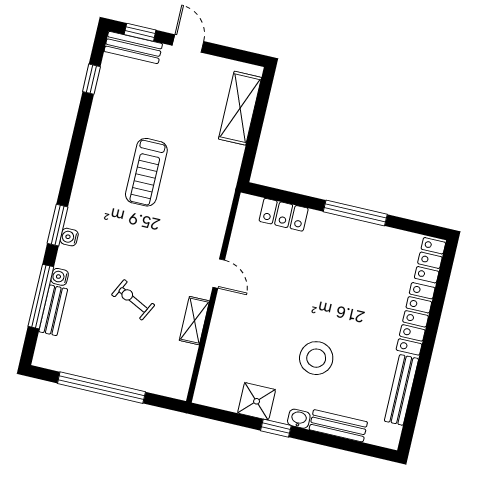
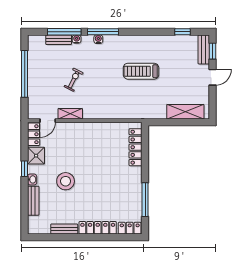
window: (355, 213) -> (145, 200), moved
locker: (284, 215) -> (136, 147), width x1.53
window: (58, 225) -> (103, 32), width x1.44
door: (219, 274) -> (48, 121), moved
bench: (401, 390) -> (64, 229), width x0.73
locker: (216, 397) -> (34, 134), added

